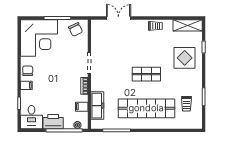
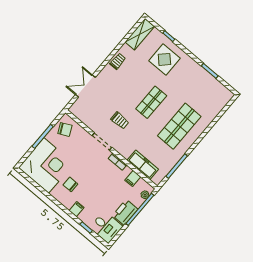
chair: (28, 71) -> (70, 184), moved
trolley: (186, 104) -> (120, 120), moved
shop shelf: (146, 108) -> (179, 126), width x0.71

